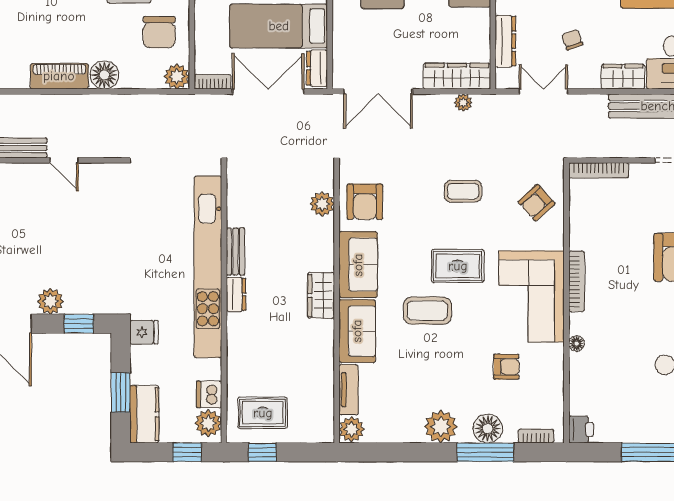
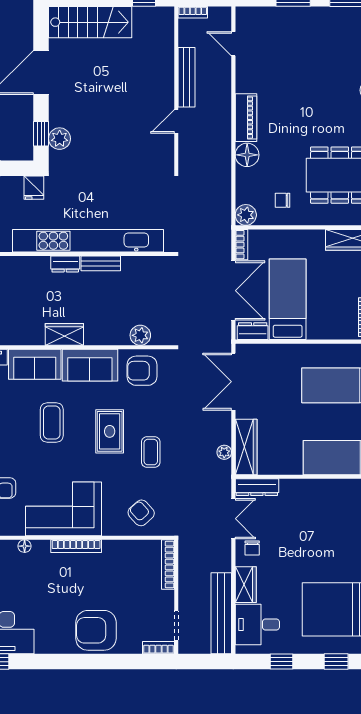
chair: (159, 32) -> (283, 200), width x0.54, depth x0.54
chair: (572, 40) -> (252, 548), moved, turned 110
dresser: (505, 41) -> (257, 487), moved
rug: (458, 266) -> (110, 431), moved
plant: (50, 301) -> (60, 139), moved

